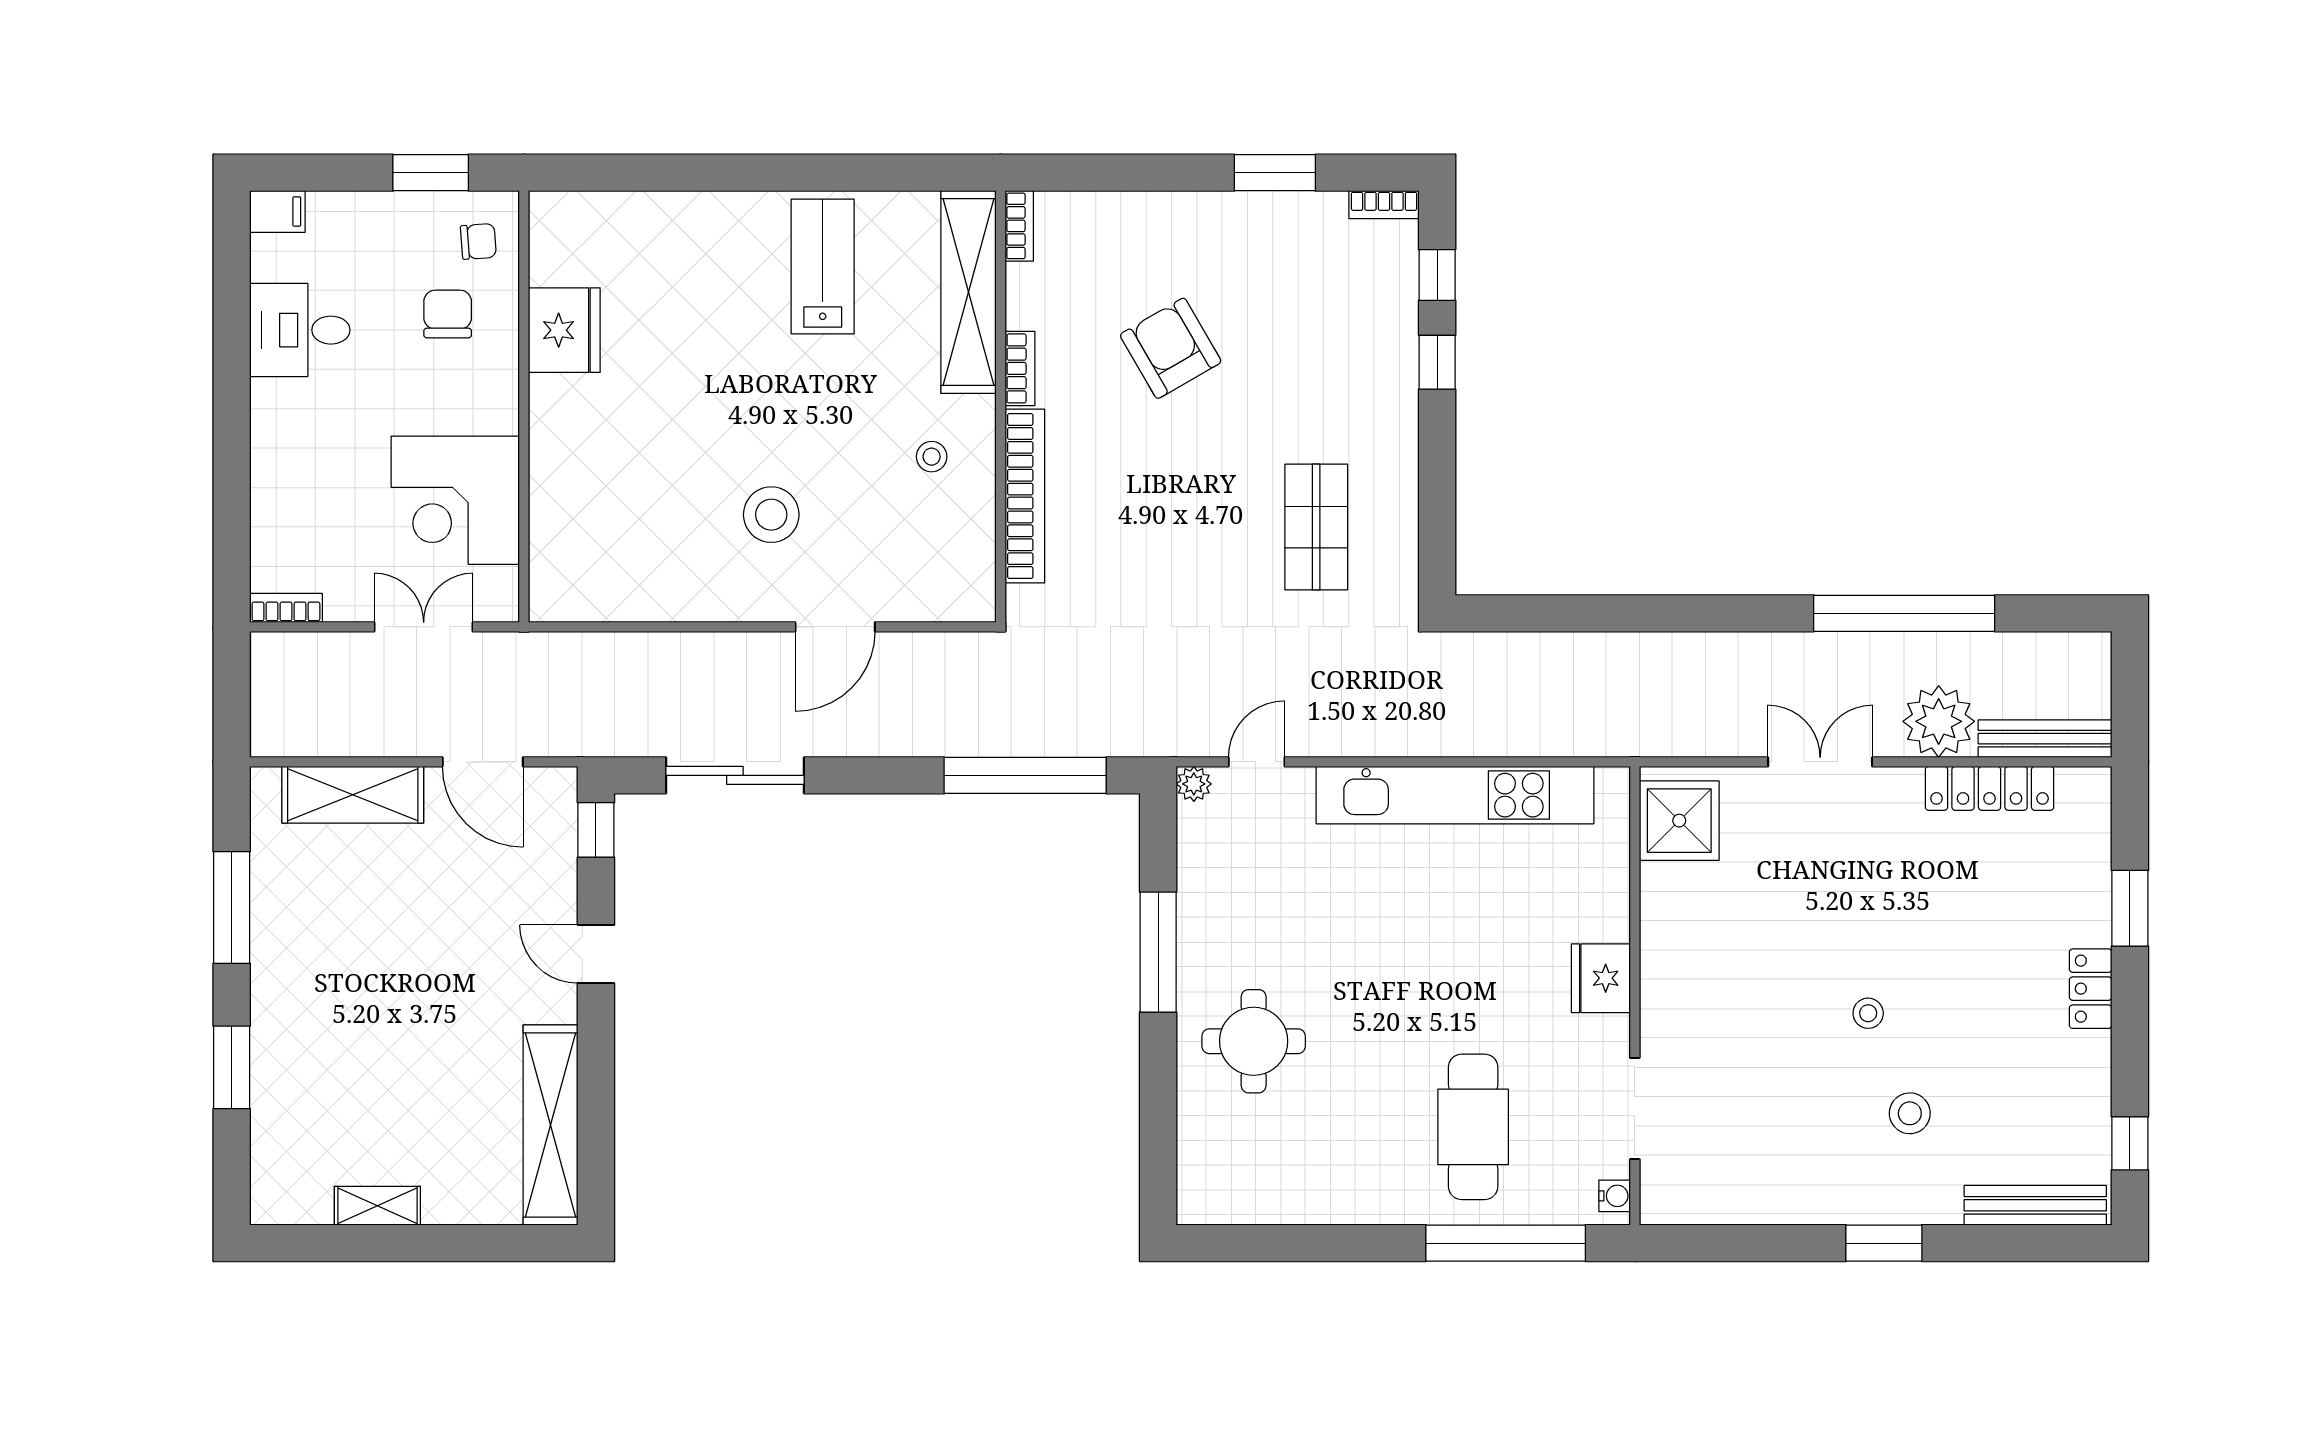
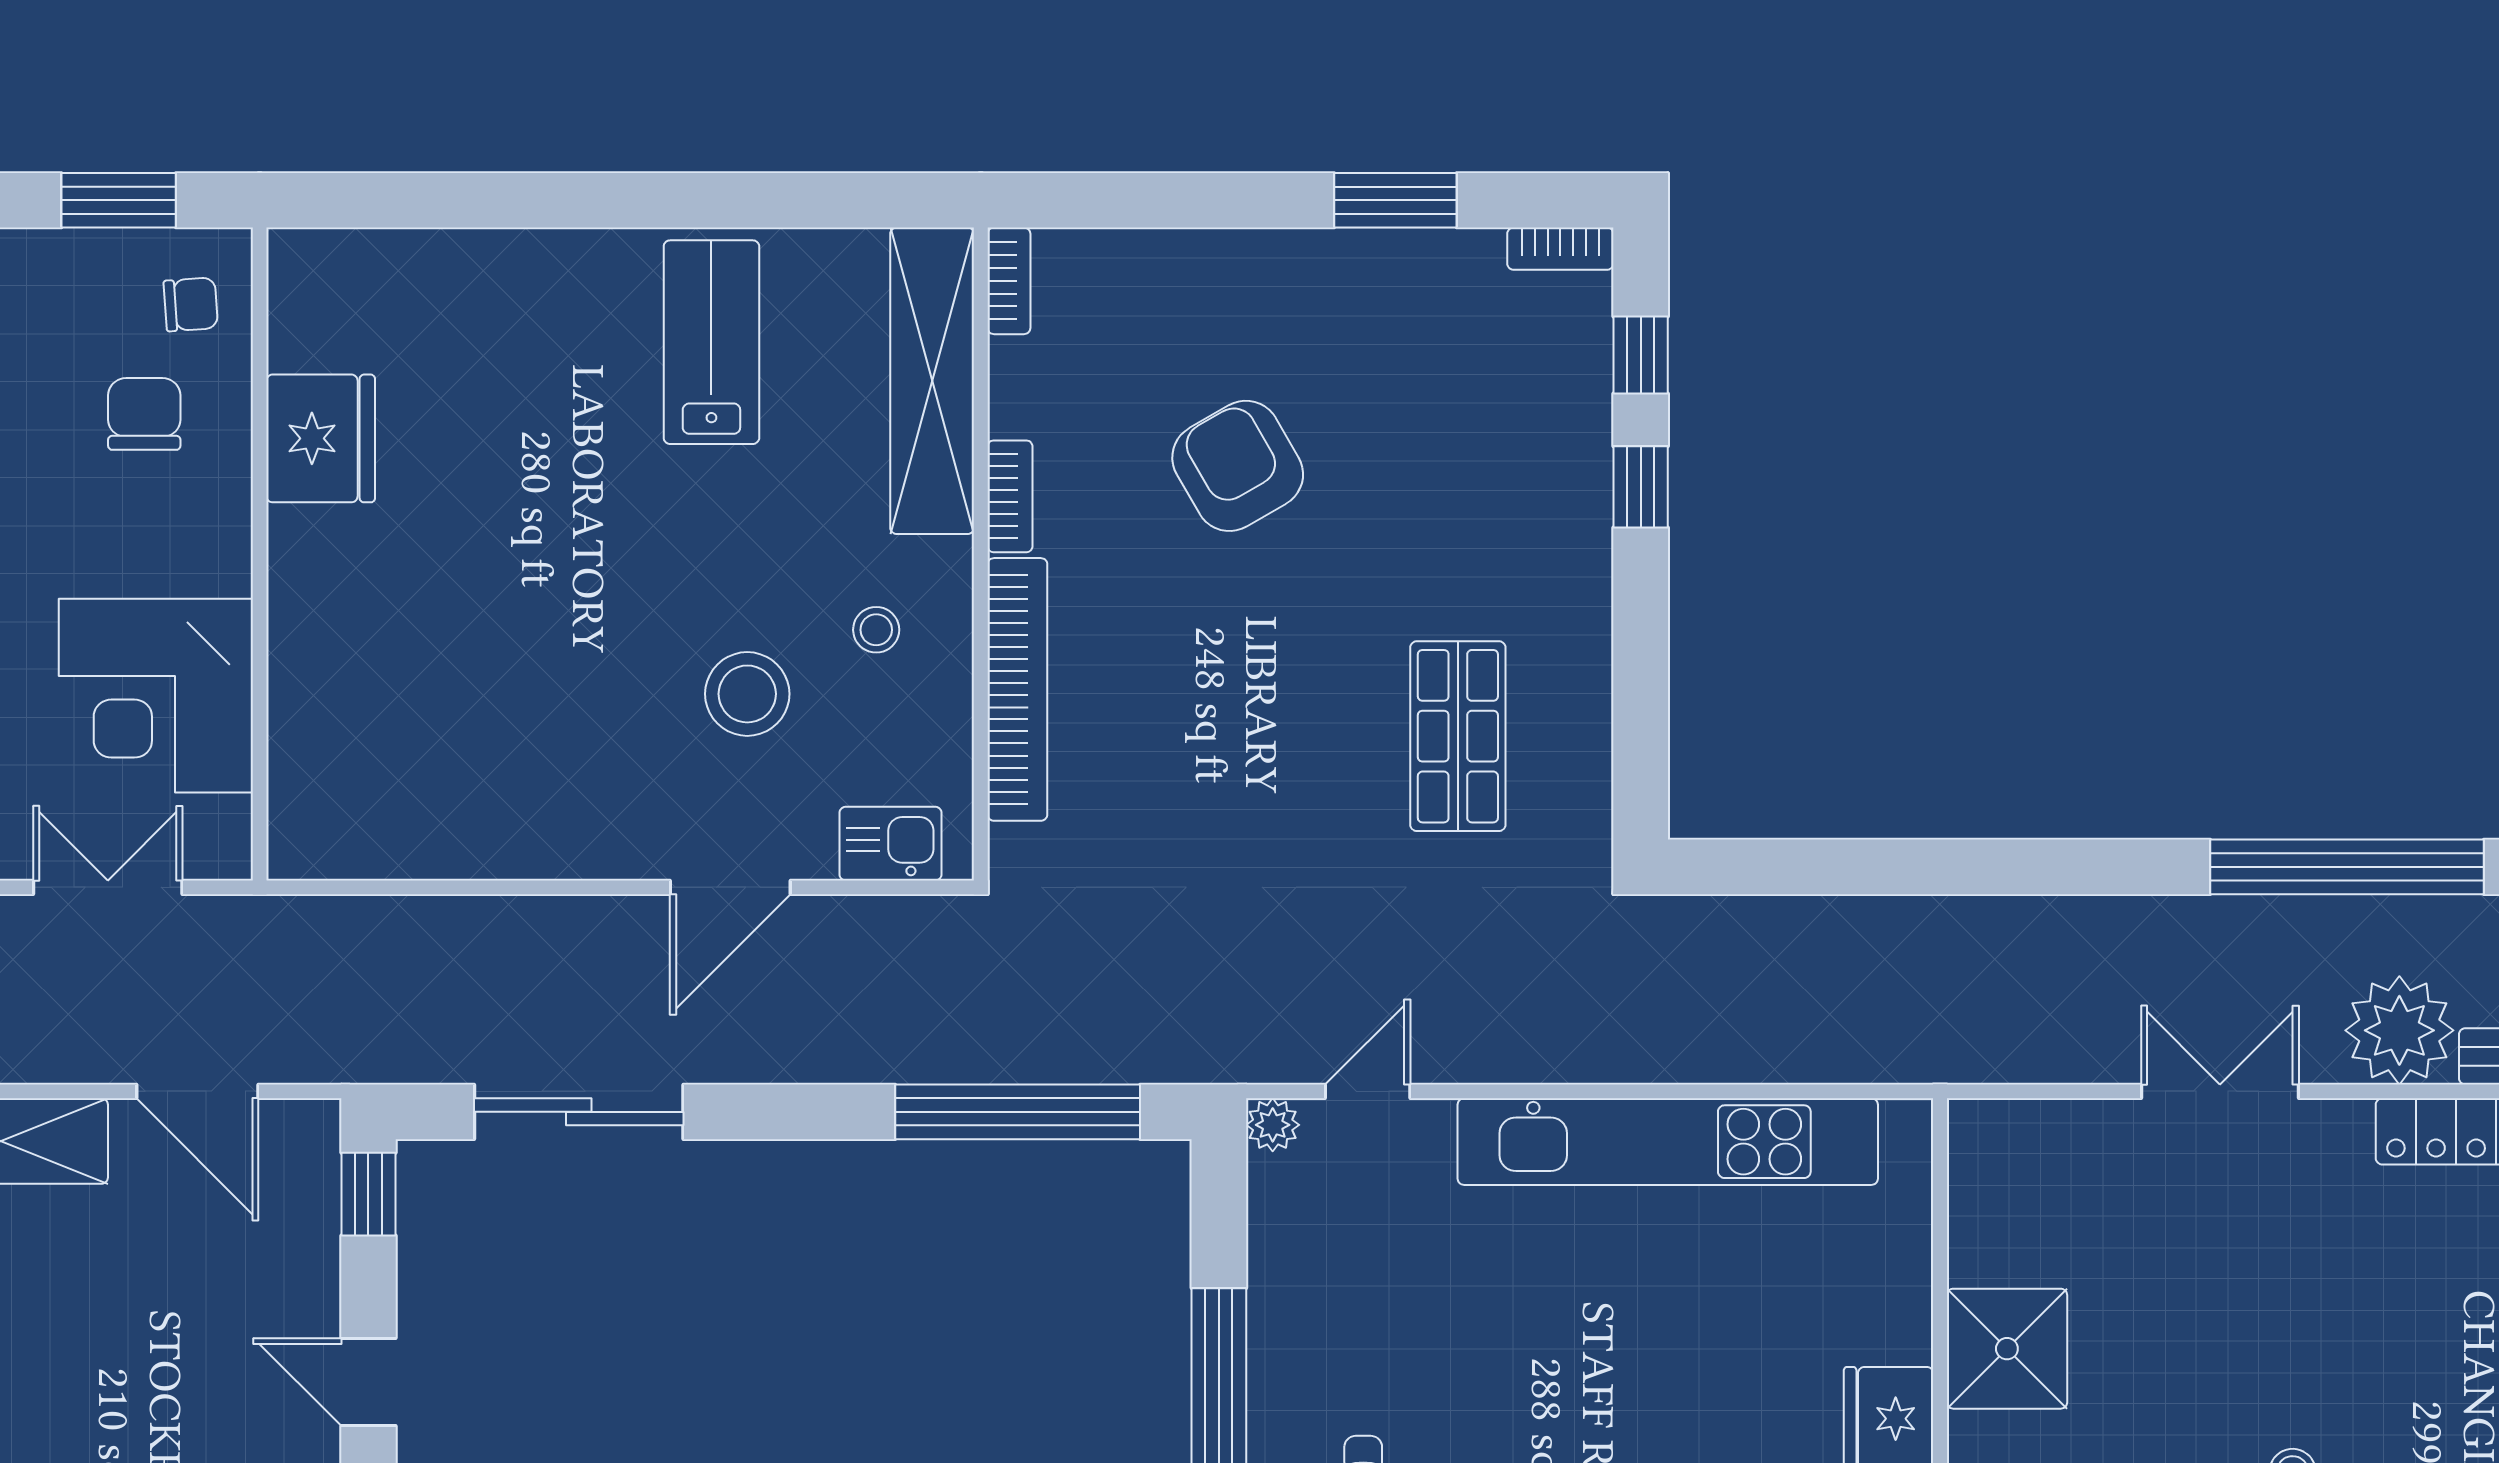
stool: (771, 515) -> (747, 694), moved
kitchen sink: (941, 598) -> (891, 844), added
shower: (1679, 821) -> (2007, 1349), moved

